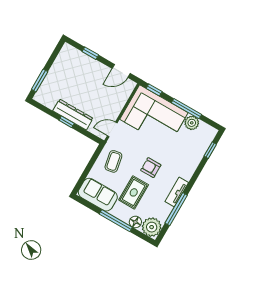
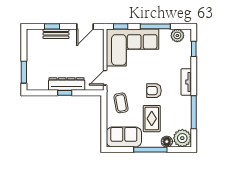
bench: (90, 62) -> (56, 34), added
plant: (192, 123) -> (177, 35), moved
tv unit: (177, 192) -> (186, 82), moved

